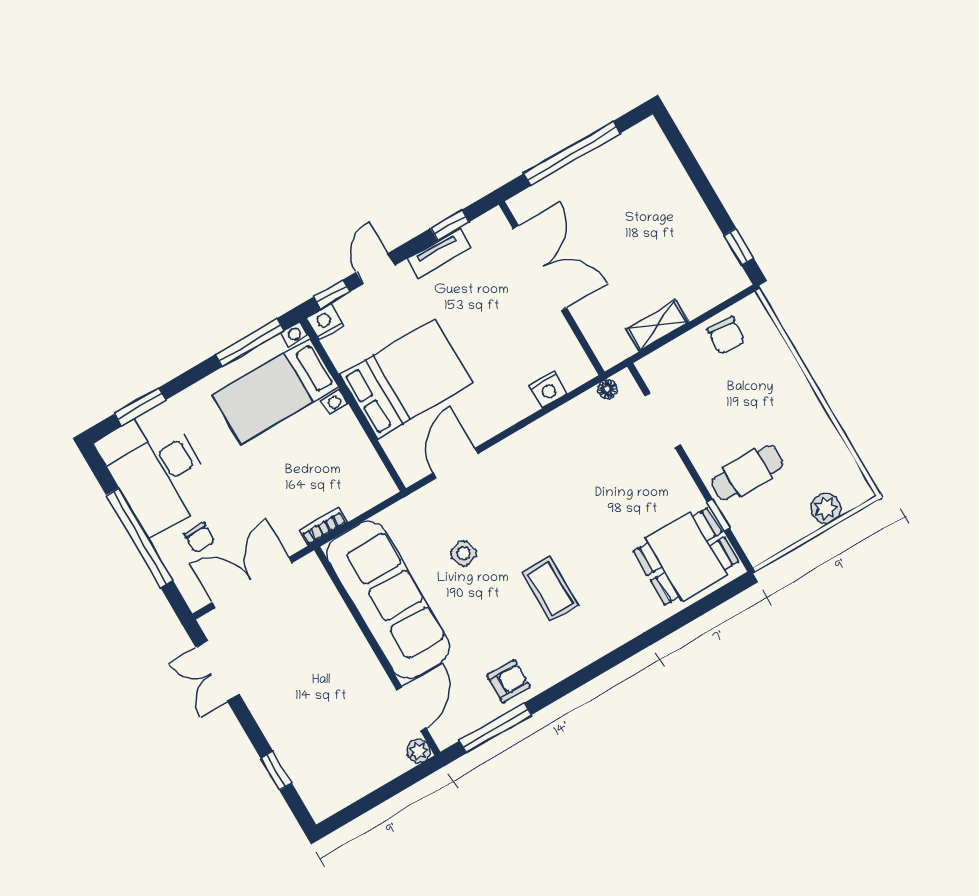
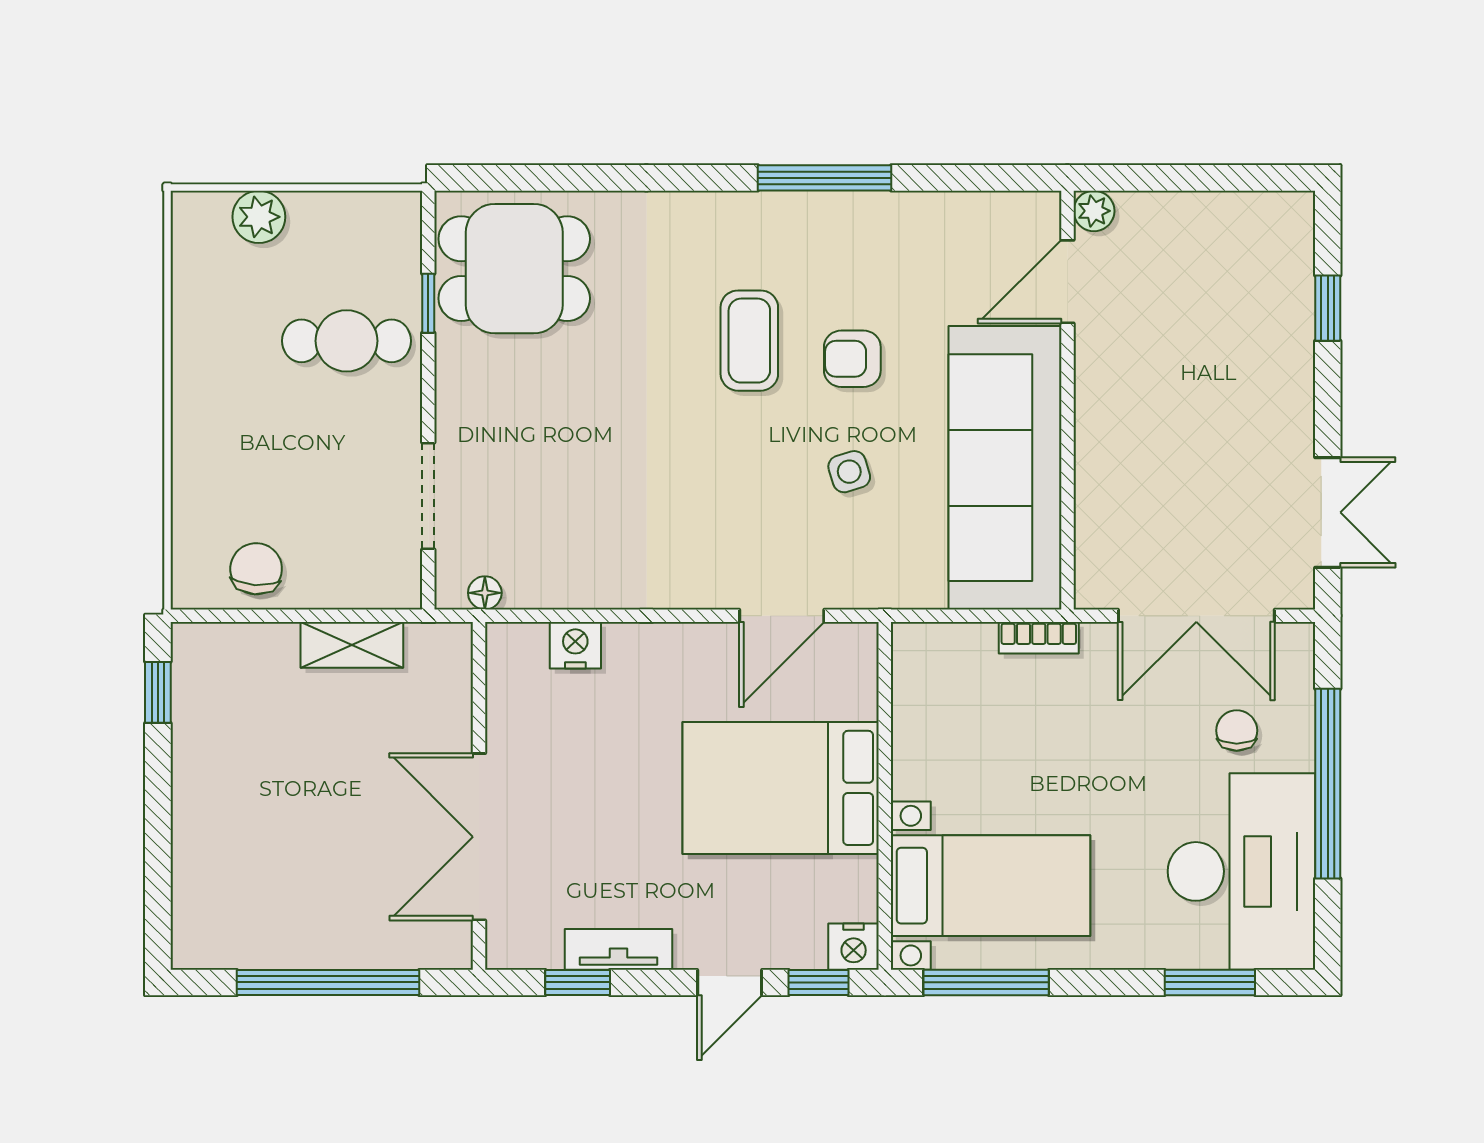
armchair: (508, 681) -> (852, 359), moved
window: (495, 728) -> (825, 178), moved

